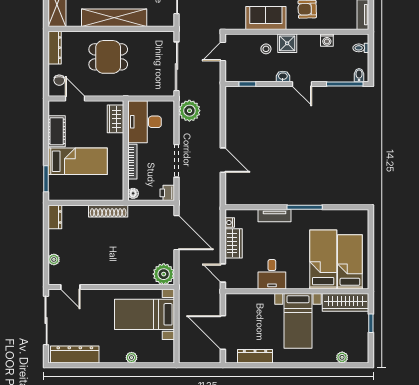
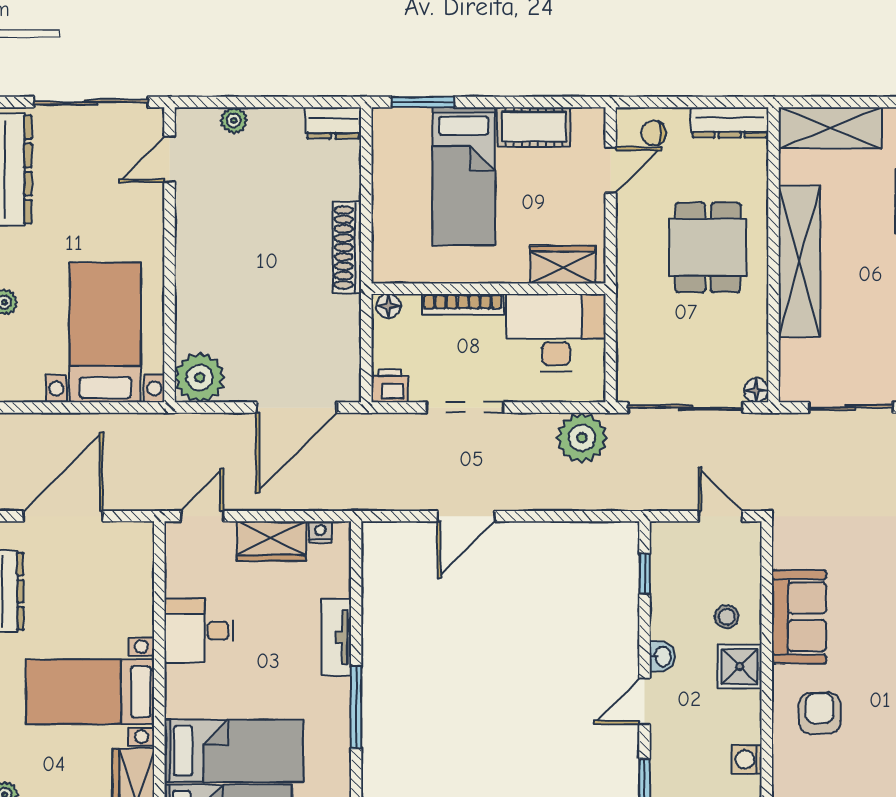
floor lamp: (169, 36) -> (756, 390), added

